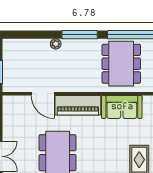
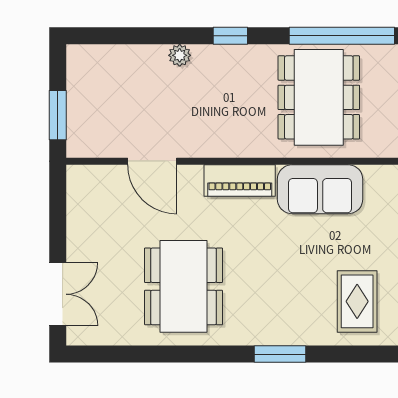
window: (80, 35) -> (230, 36), width x0.46
piano: (78, 105) -> (240, 180), width x0.73, depth x0.75

